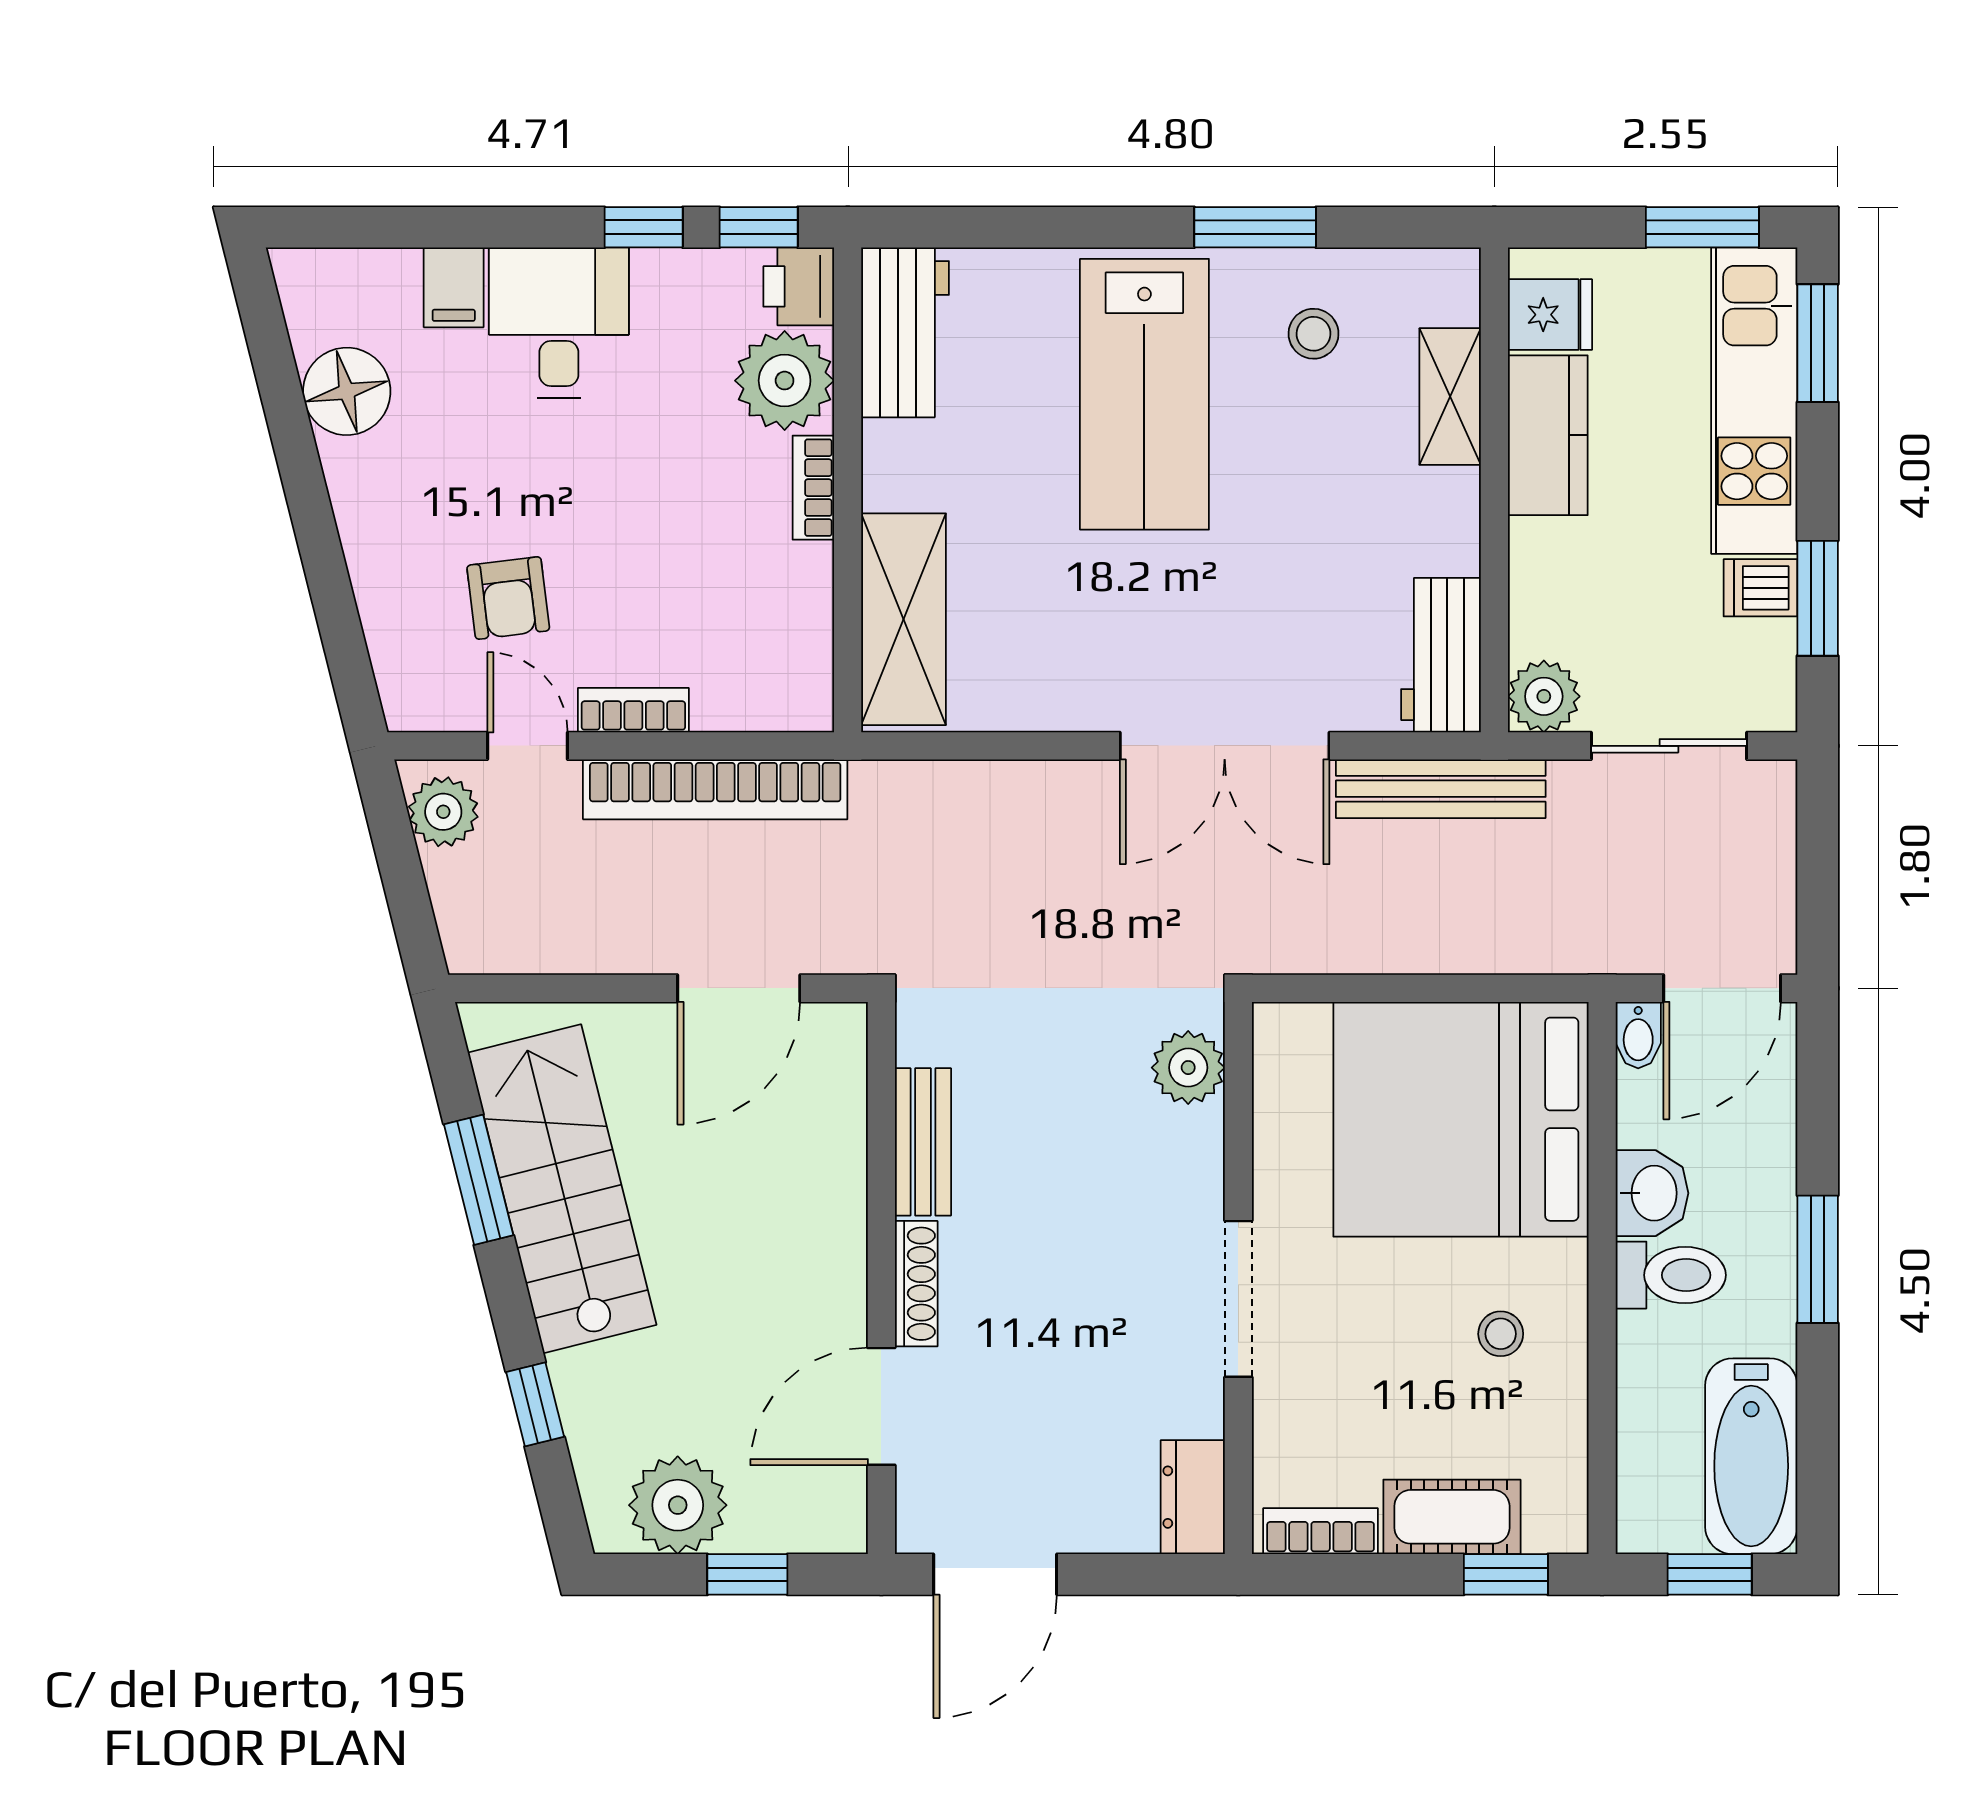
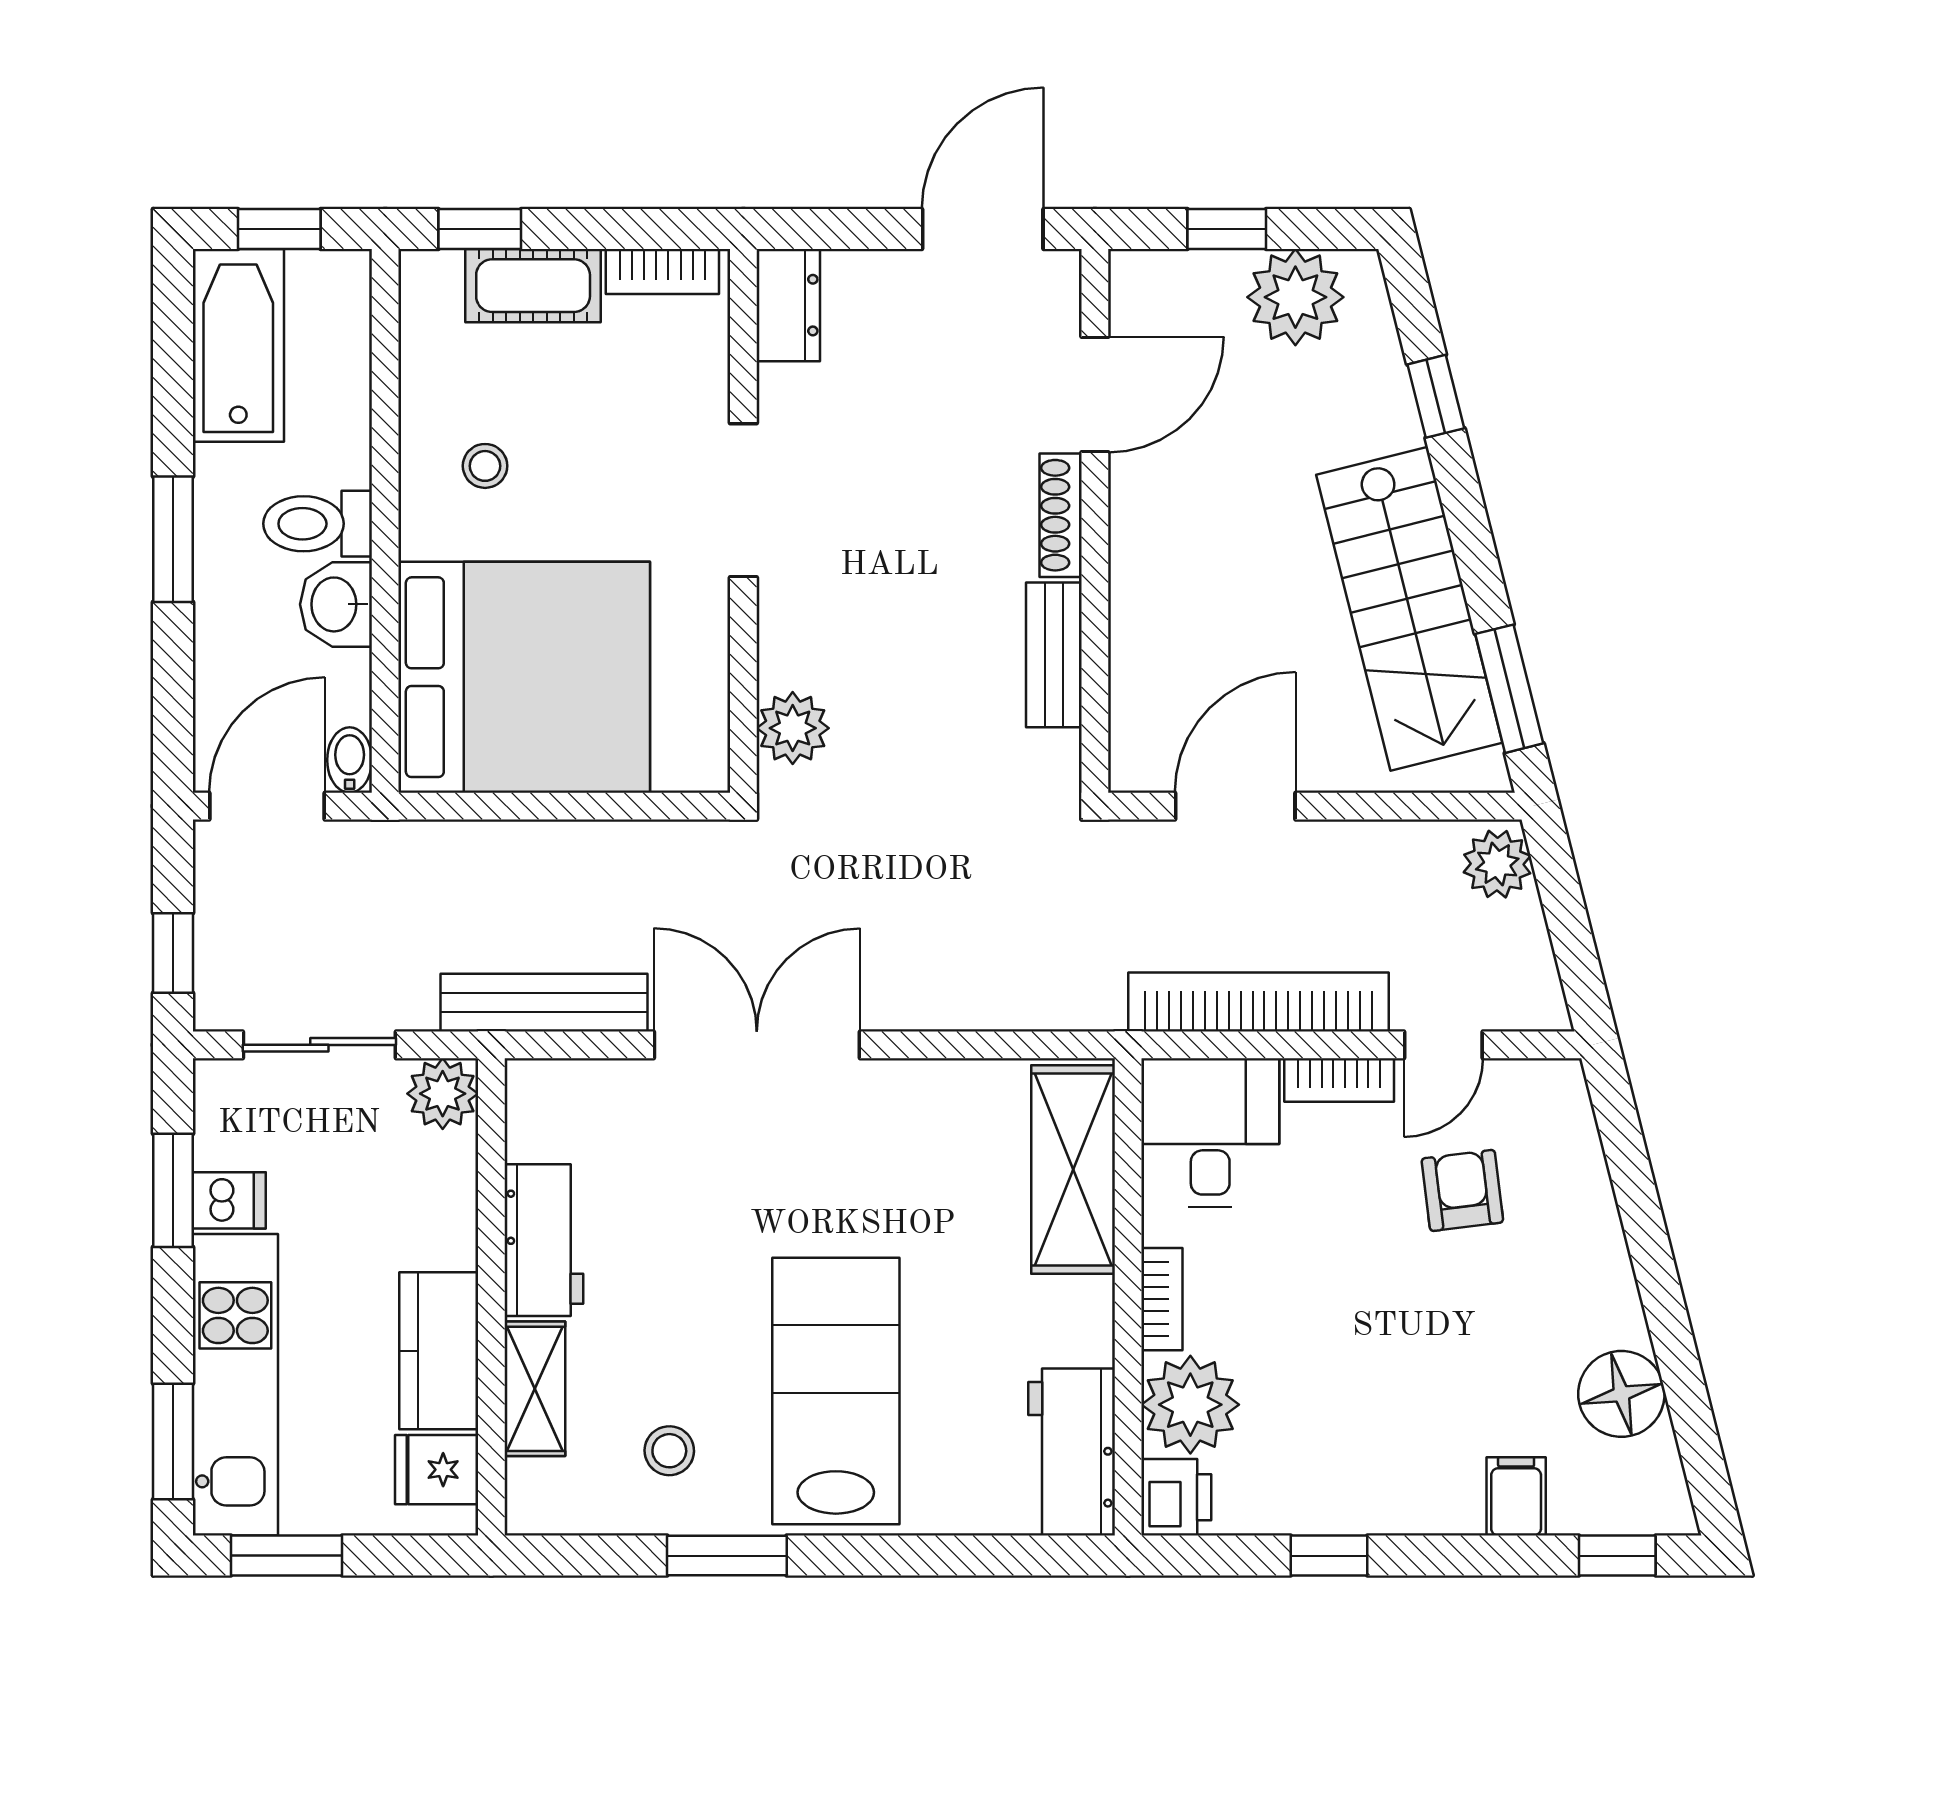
window: (759, 227) -> (1617, 1556), moved
desk: (559, 323) -> (1210, 1132), moved, turned 180
workbench: (1441, 655) -> (544, 1240), moved
door: (527, 746) -> (1443, 1045), hinge flipped
plant: (443, 812) -> (1497, 864), moved
window: (1818, 839) -> (173, 953), added
window: (479, 1180) -> (1509, 689), moved

